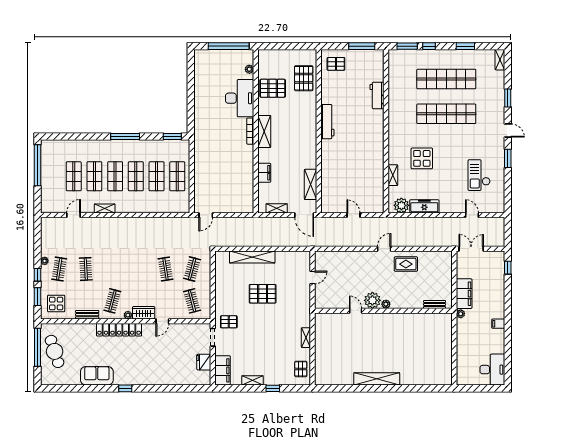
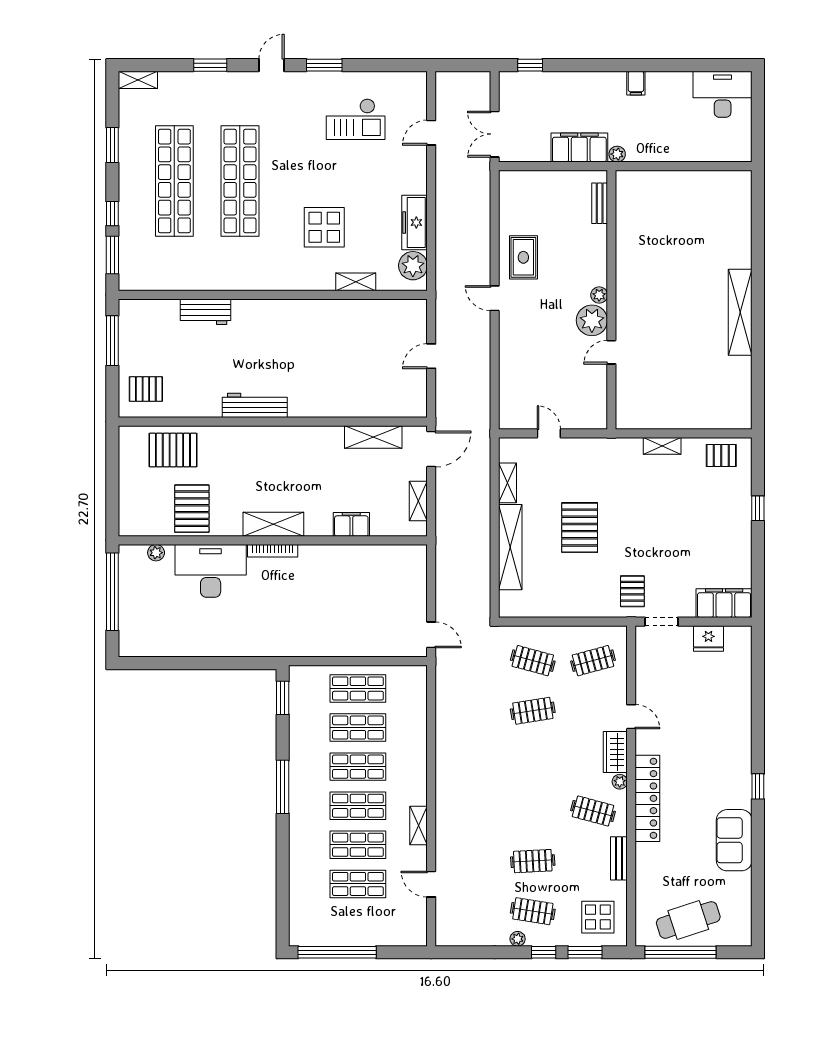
pallet: (336, 64) -> (146, 389), turned 90
shelving: (252, 380) -> (508, 483), moved

